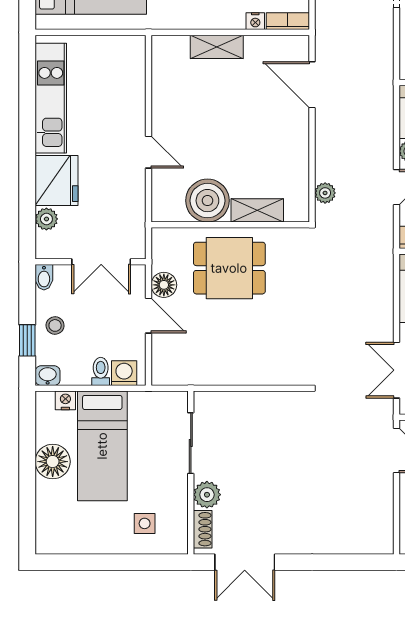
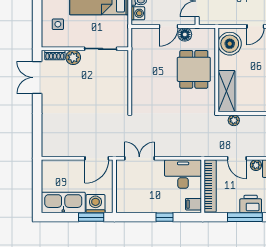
boiler: (207, 201) -> (230, 44), moved
shelving: (257, 210) -> (227, 91), width x1.50, depth x1.33

